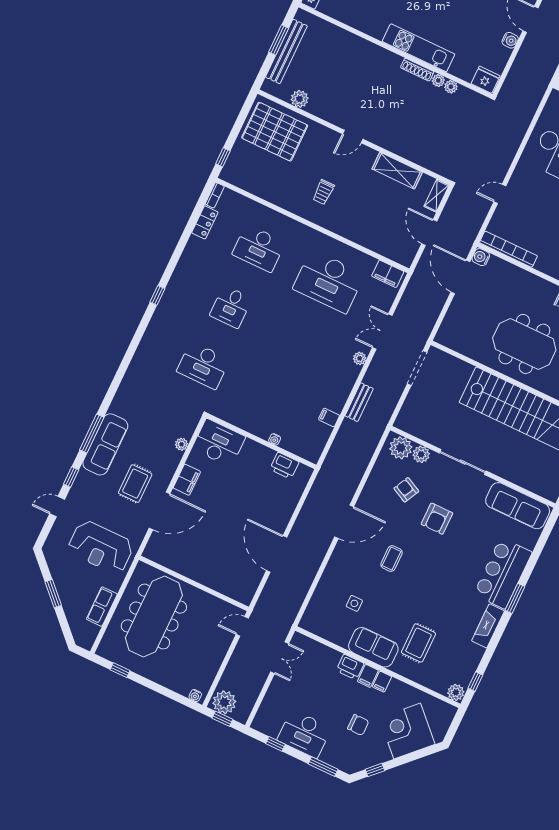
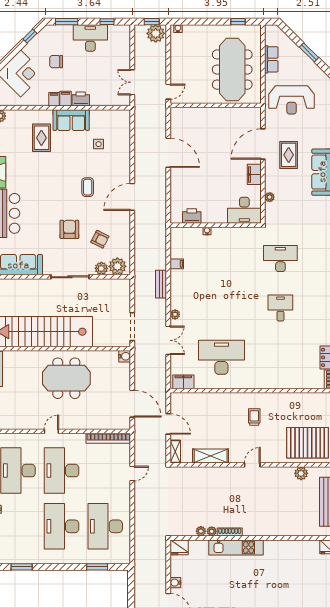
desk: (259, 248) -> (280, 357), removed
water cooler: (481, 257) -> (125, 356), moved
reception desk: (101, 547) -> (292, 100), turned 180

